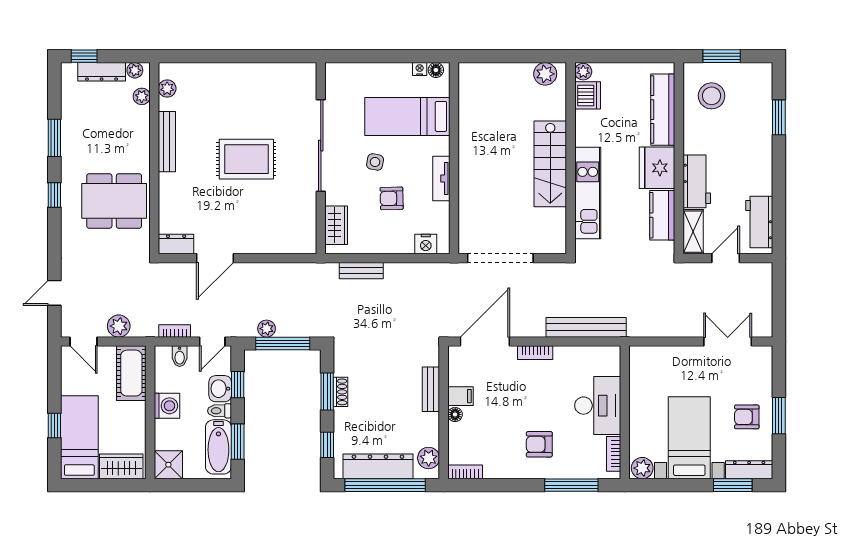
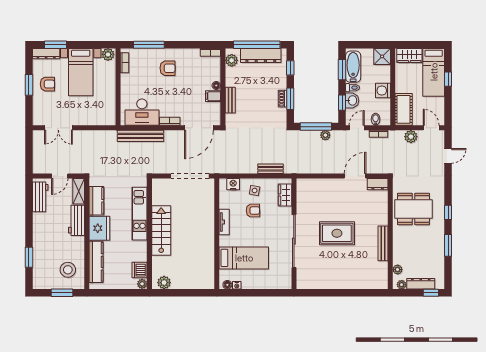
plant: (167, 88) -> (383, 274), removed
side table: (375, 162) -> (255, 191), moved
desk: (598, 406) -> (142, 112), moved, turned -90

